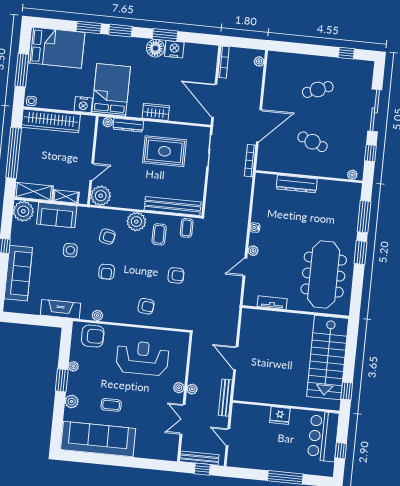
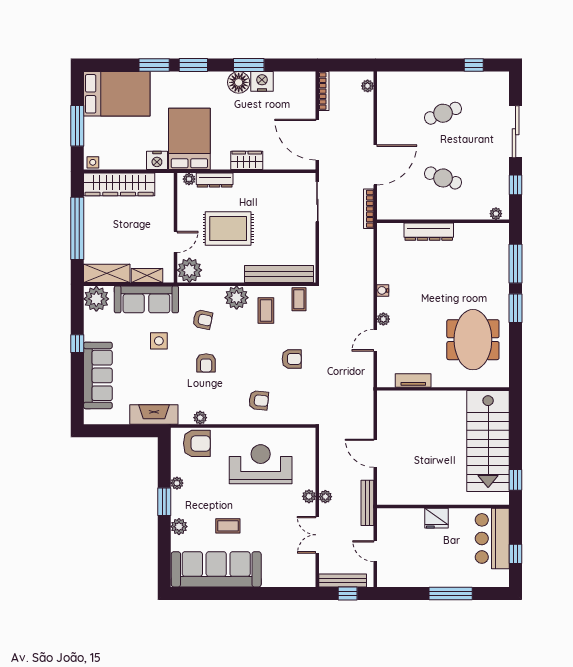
rug: (164, 151) -> (228, 228), moved
sofa: (57, 215) -> (146, 299), width x1.36
meeting table: (324, 275) -> (473, 340), width x0.73

